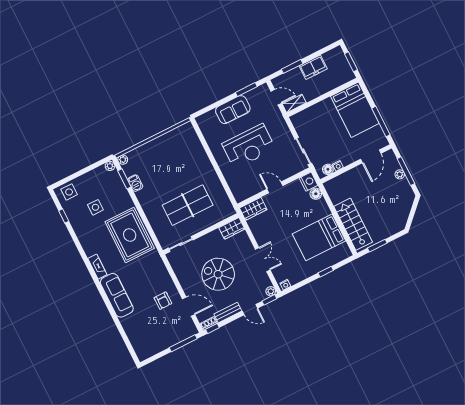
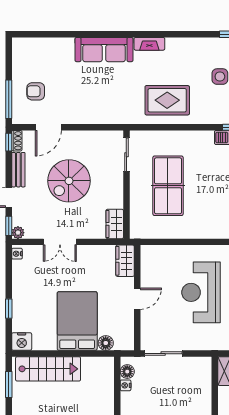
nightstand: (308, 182) -> (22, 342), moved
rug: (130, 235) -> (167, 100), width x0.73, depth x0.69
bed: (319, 237) -> (77, 321), moved
spiral stairs: (218, 274) -> (69, 181), turned 180
armchair: (163, 301) -> (36, 91), moved

